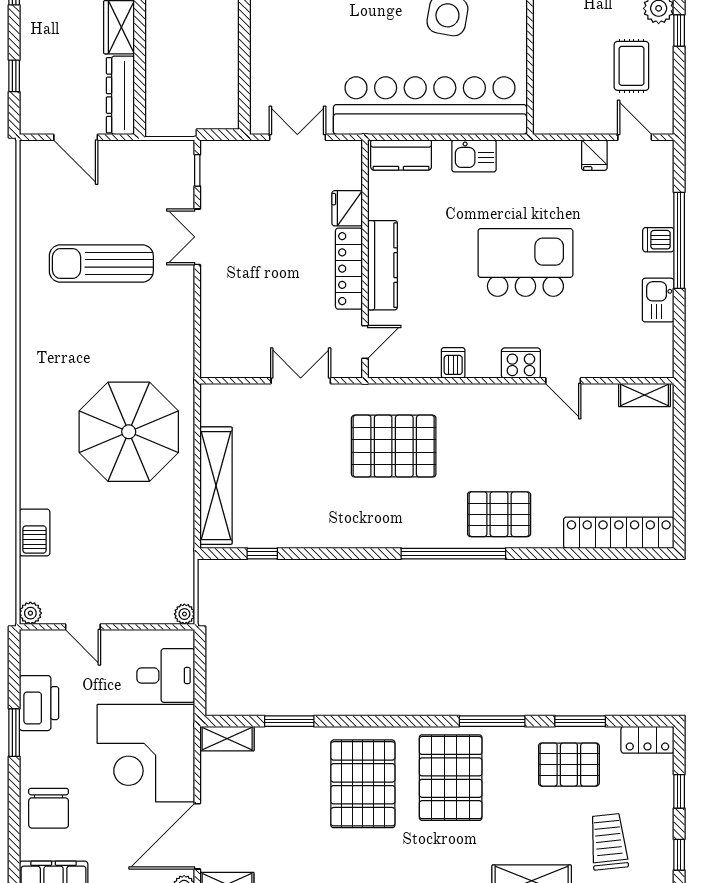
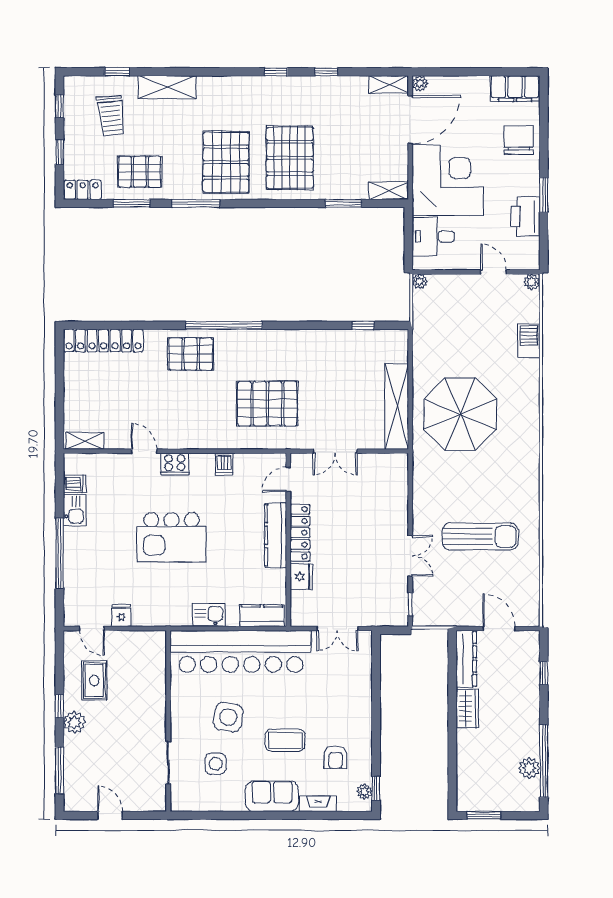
dishwasher: (658, 240) -> (75, 484), moved
shelving: (216, 486) -> (397, 407), moved

